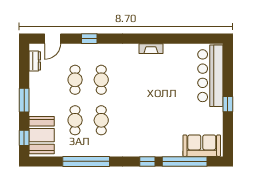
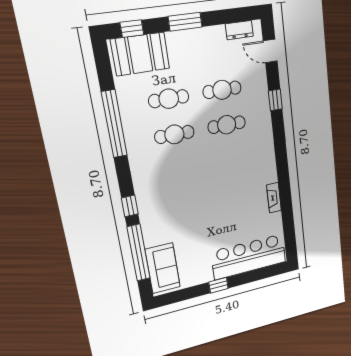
fireplace: (151, 49) -> (274, 198), moved

